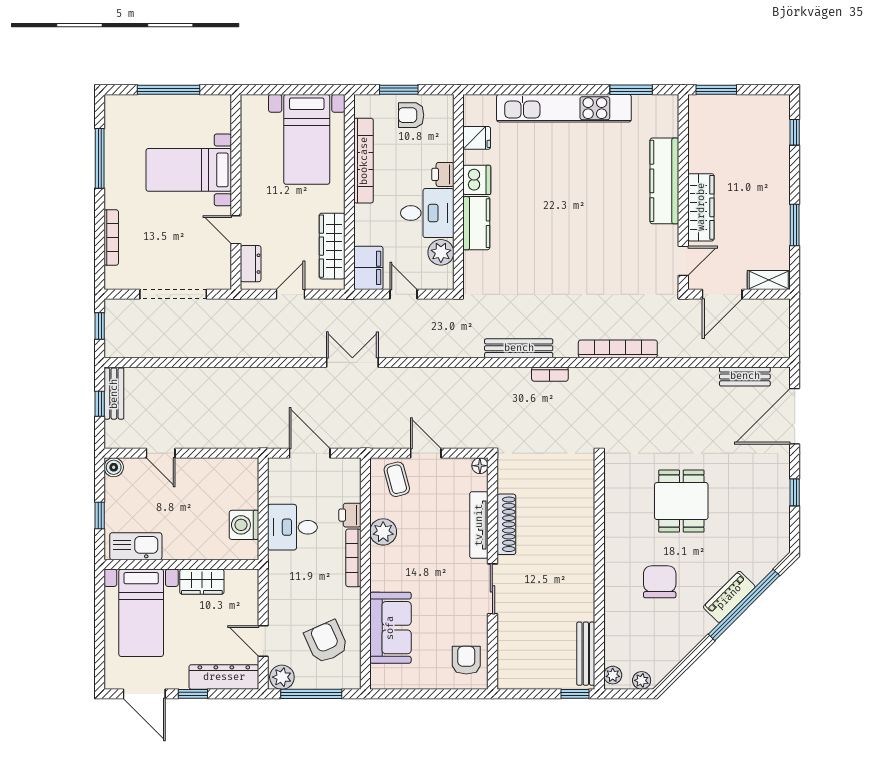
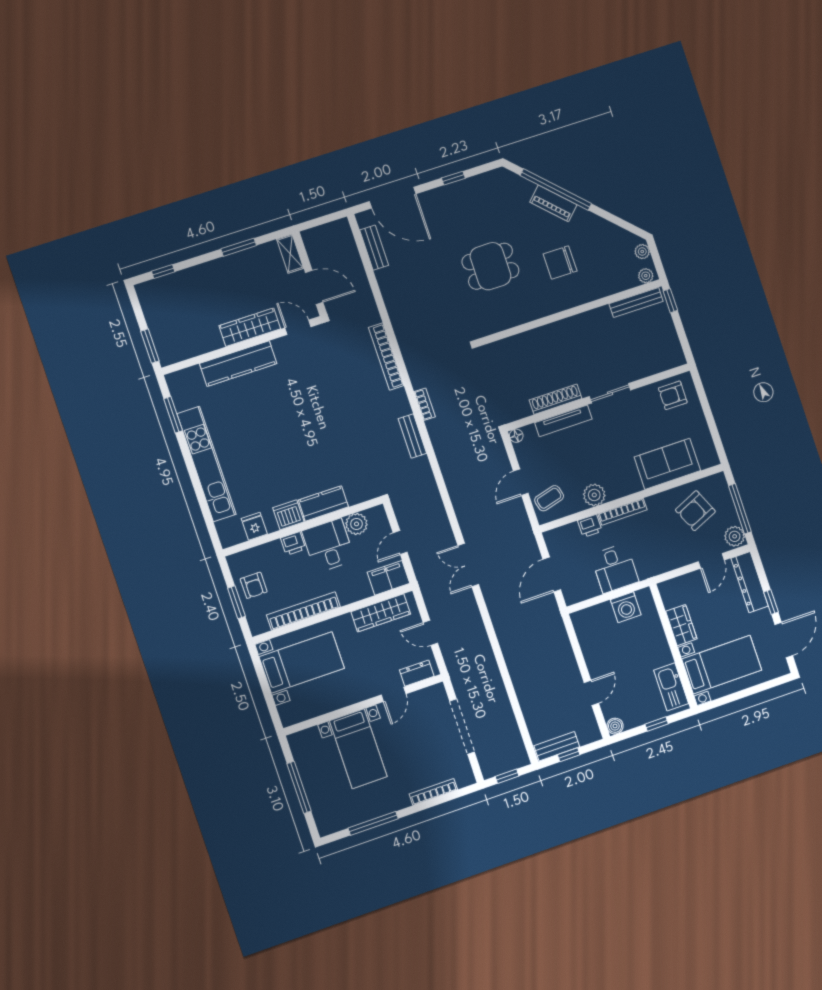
bench: (519, 348) -> (412, 436), width x0.73

